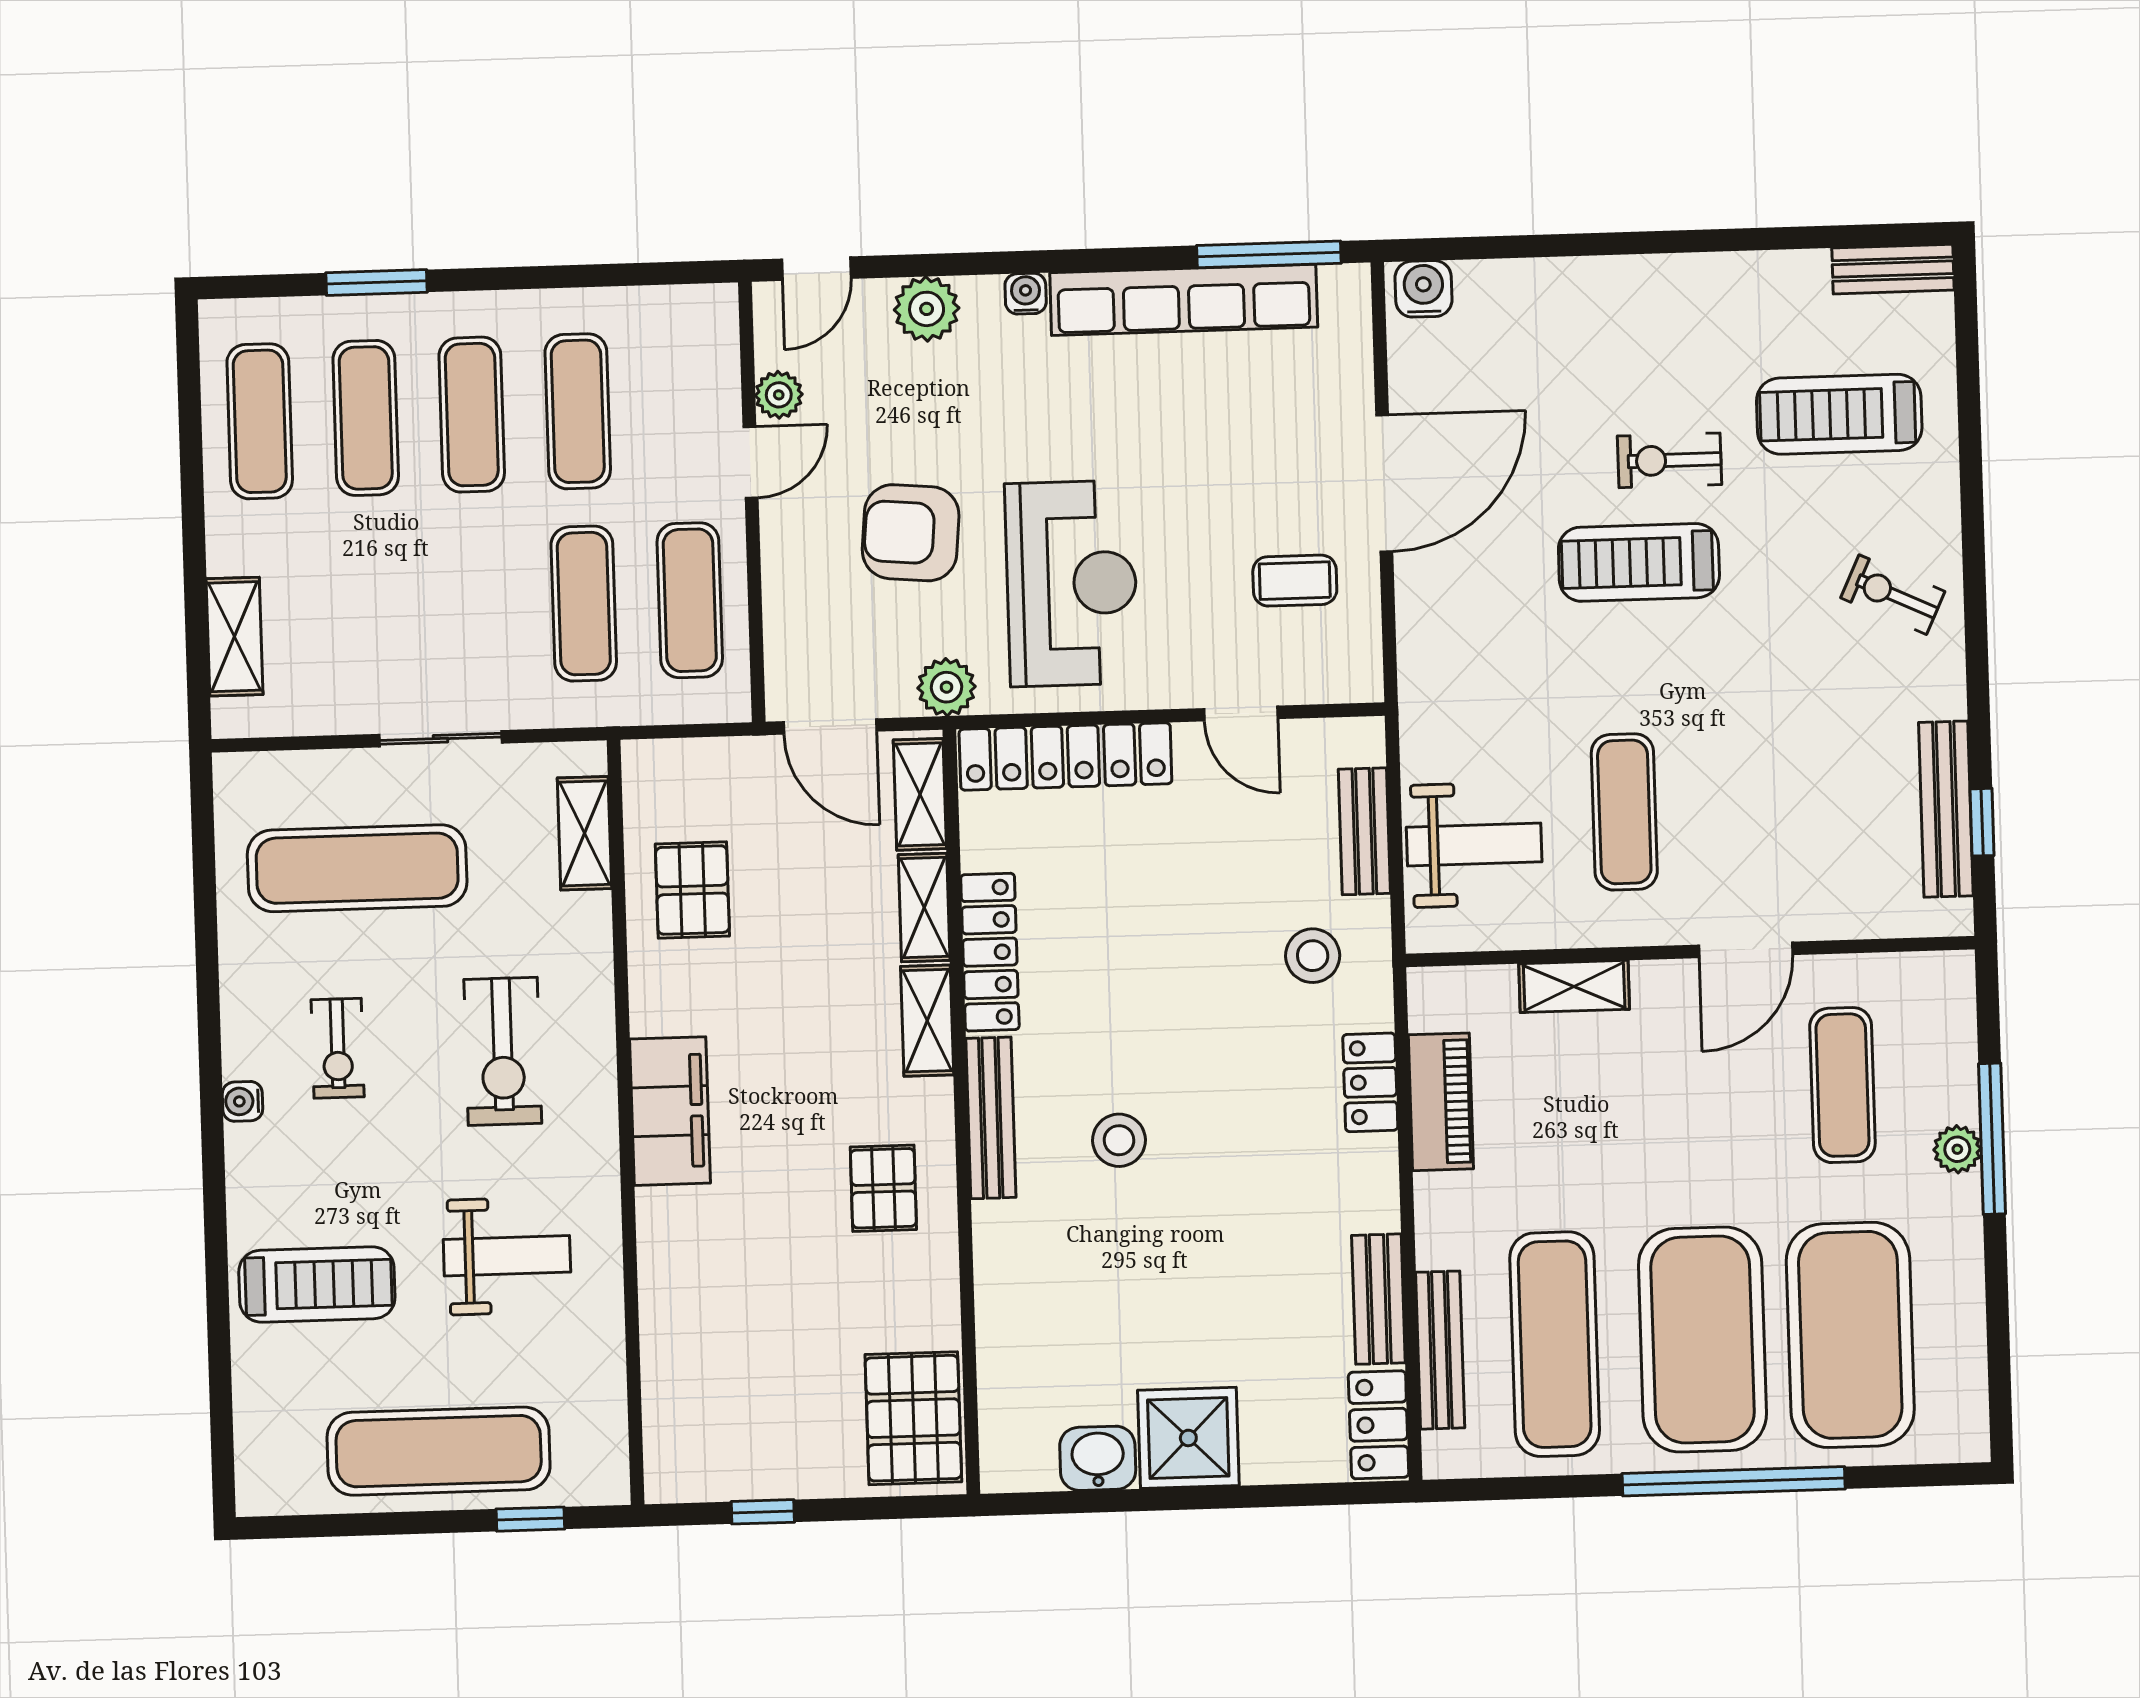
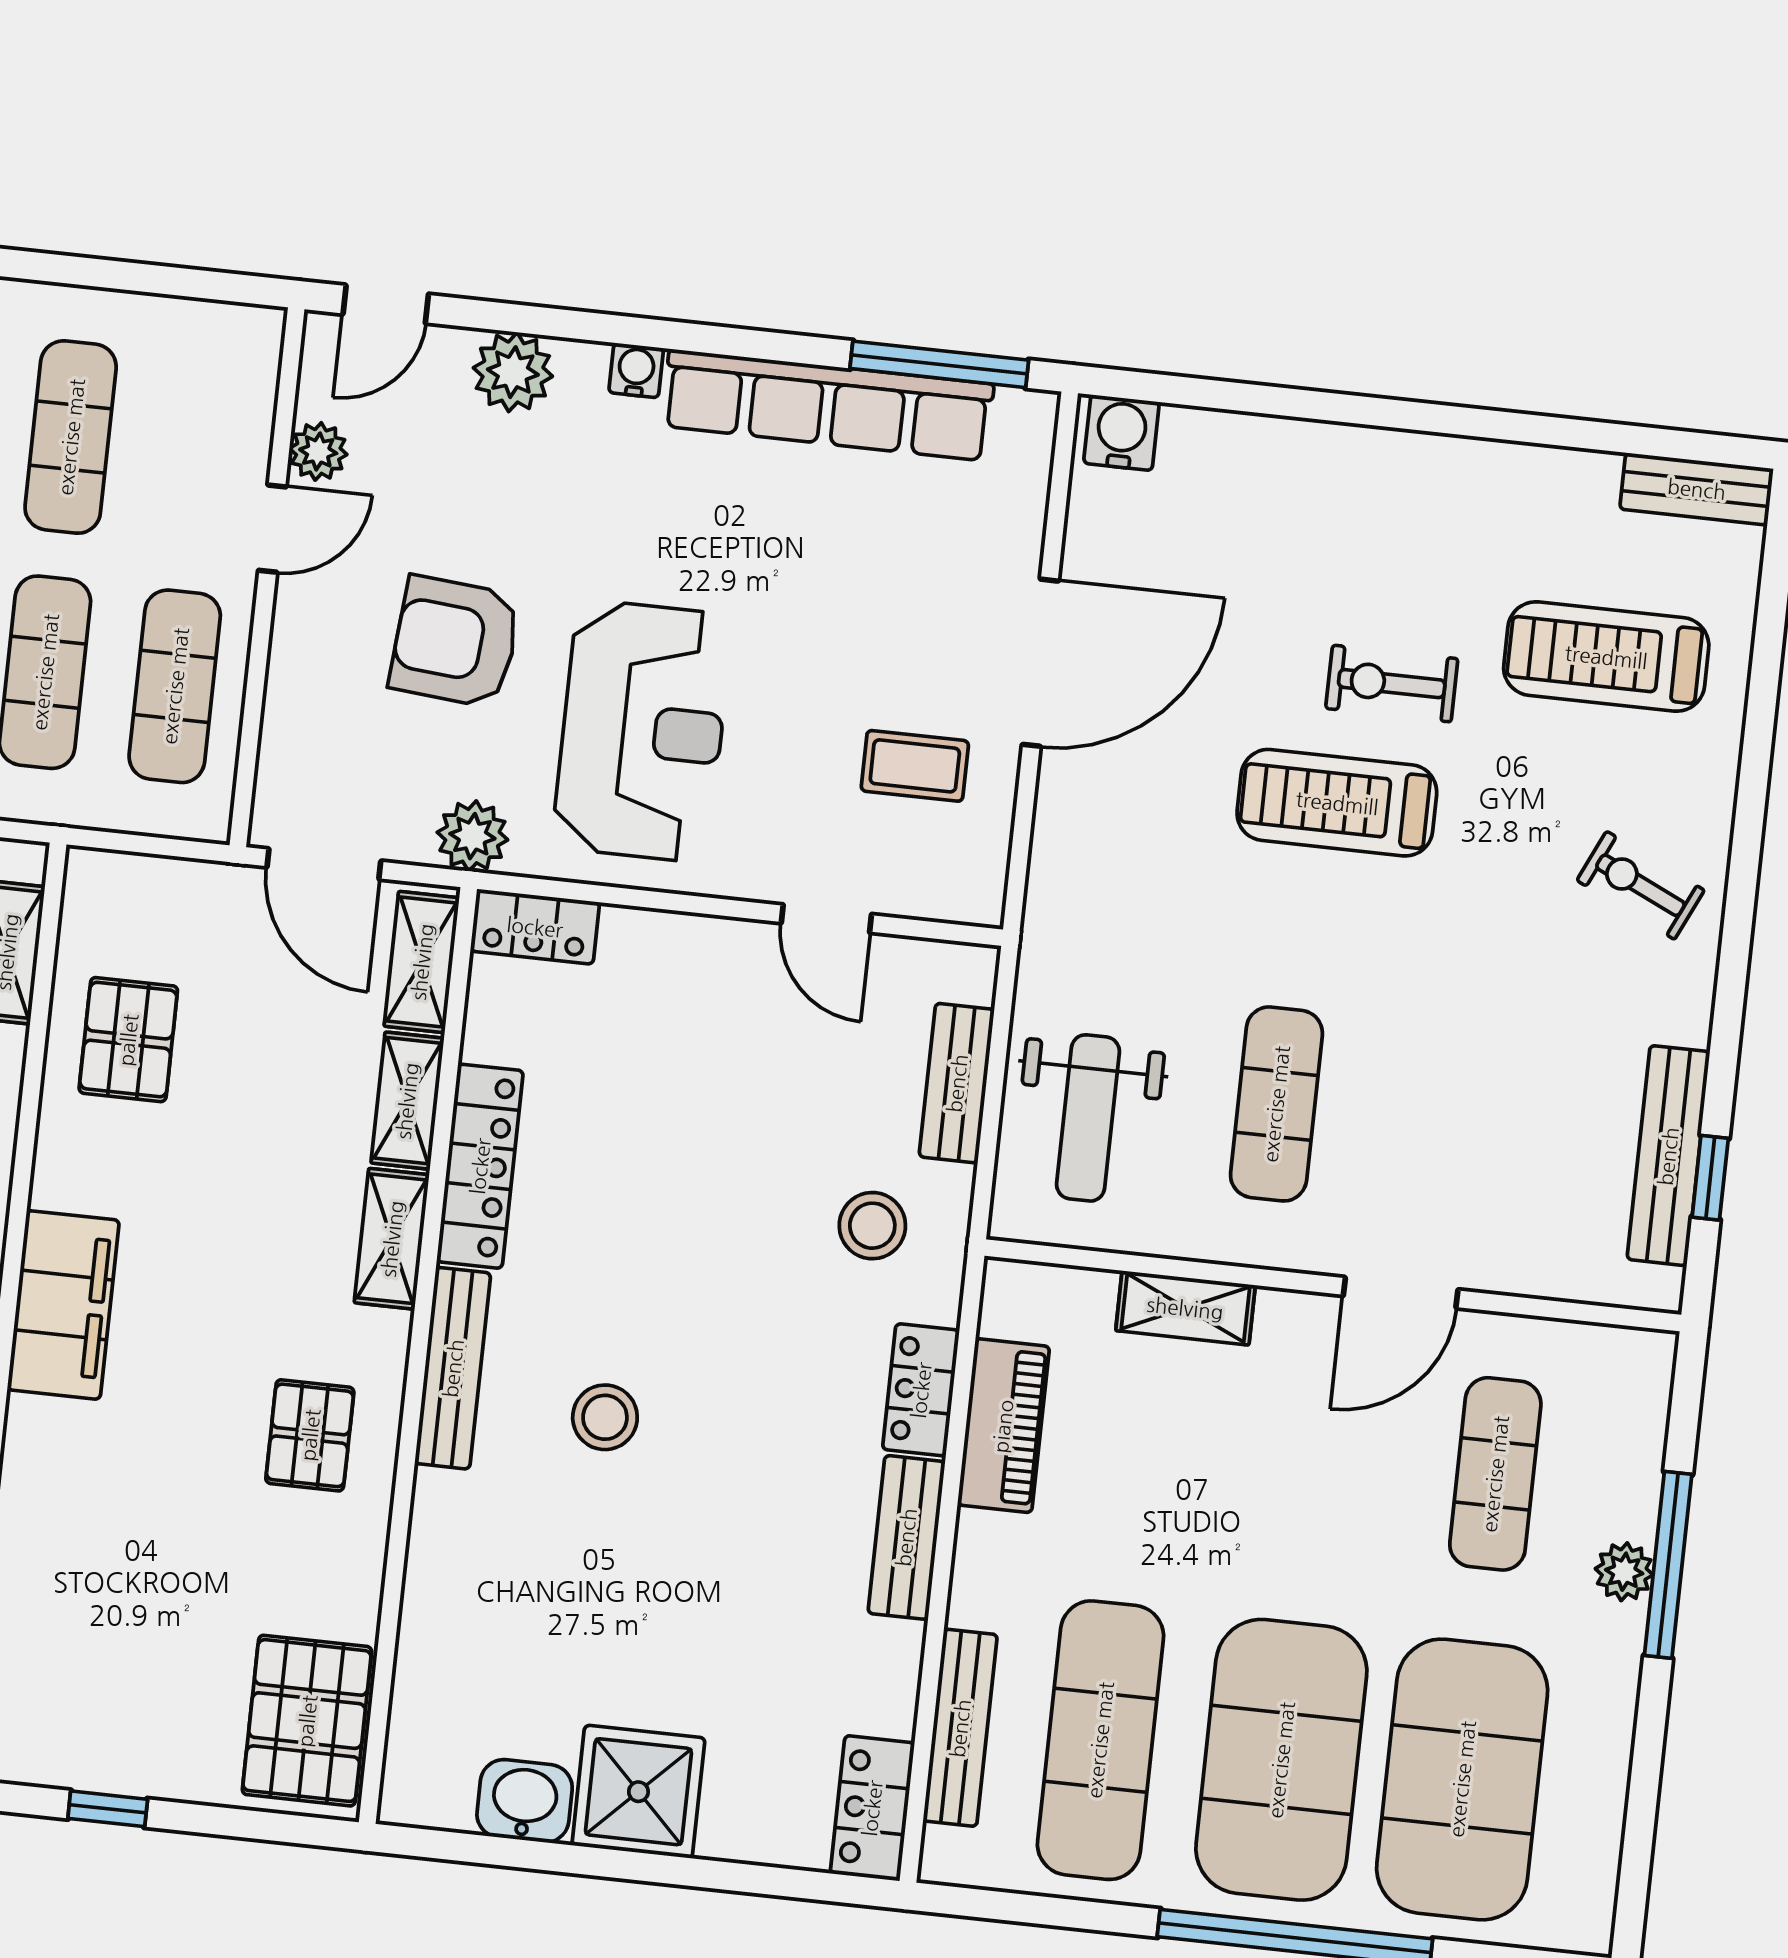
locker: (1065, 757) -> (535, 927), width x0.46, depth x0.83
weight bench: (1474, 844) -> (1088, 1118), turned 90
bench: (1378, 1299) -> (906, 1537), moved

